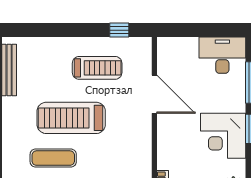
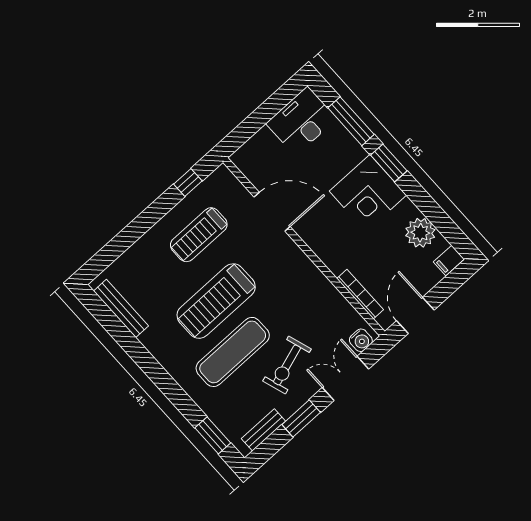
treadmill: (97, 68) -> (199, 235), turned 180
exercise mat: (53, 158) -> (233, 352), width x1.36, depth x1.45

